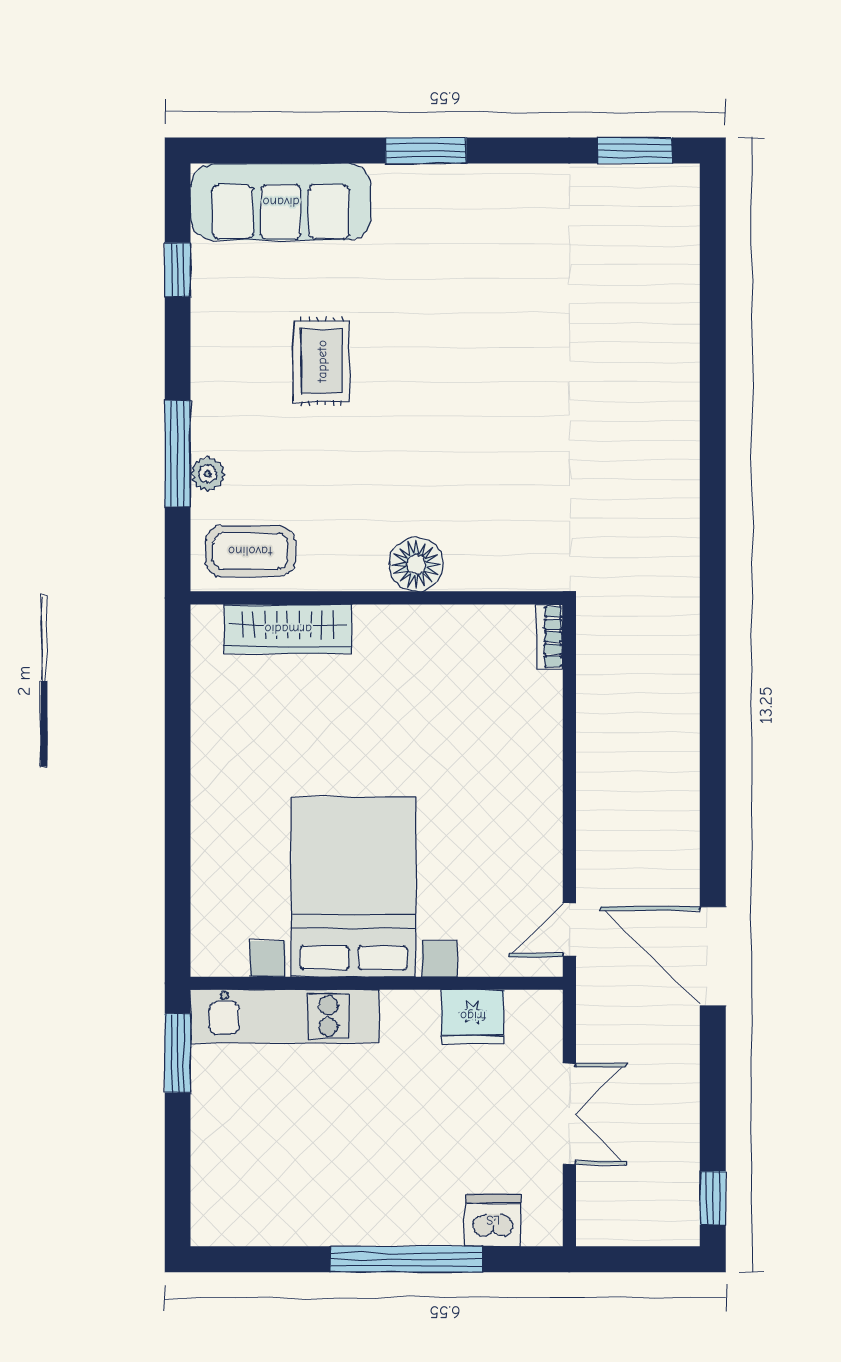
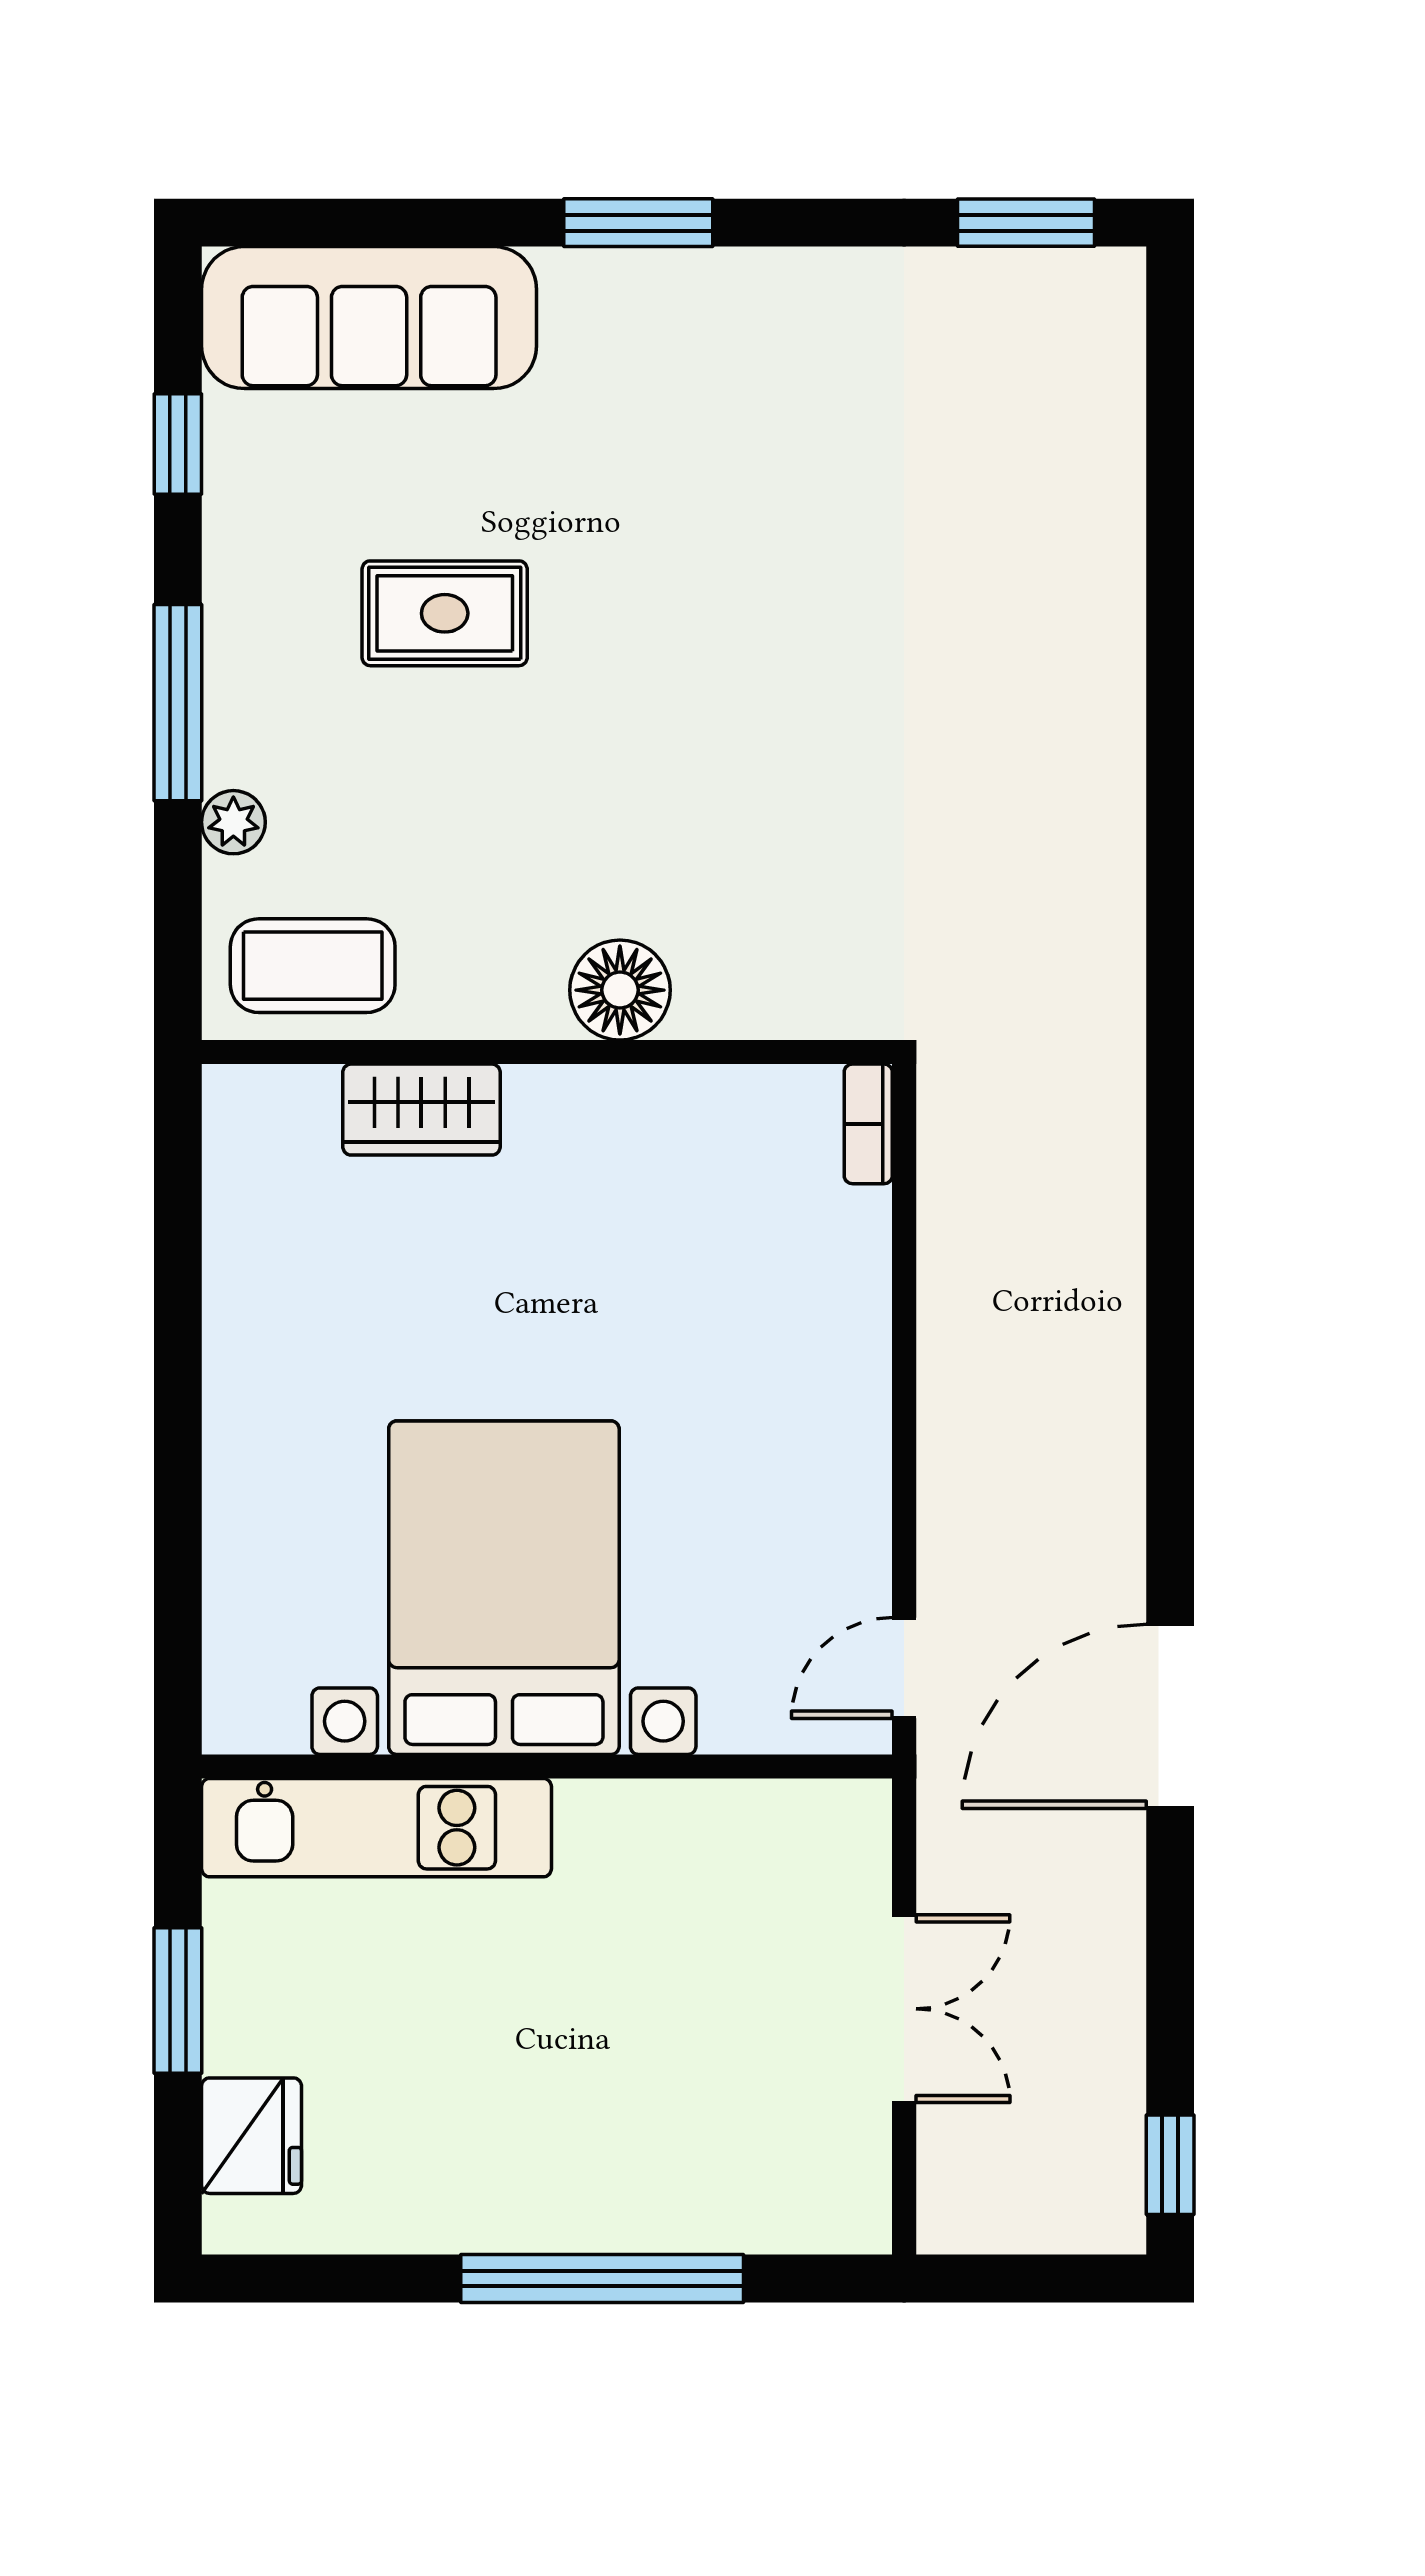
rug: (322, 361) -> (445, 613), turned 90
window: (178, 454) -> (178, 703), moved
wardrobe: (288, 629) -> (421, 1110), width x0.67
door: (713, 956) -> (1170, 1716), hinge flipped
fridge: (473, 1016) -> (252, 2136), moved, turned -90
window: (178, 1053) -> (178, 2001), moved
dishwasher: (493, 1220) -> (763, 2206), removed

